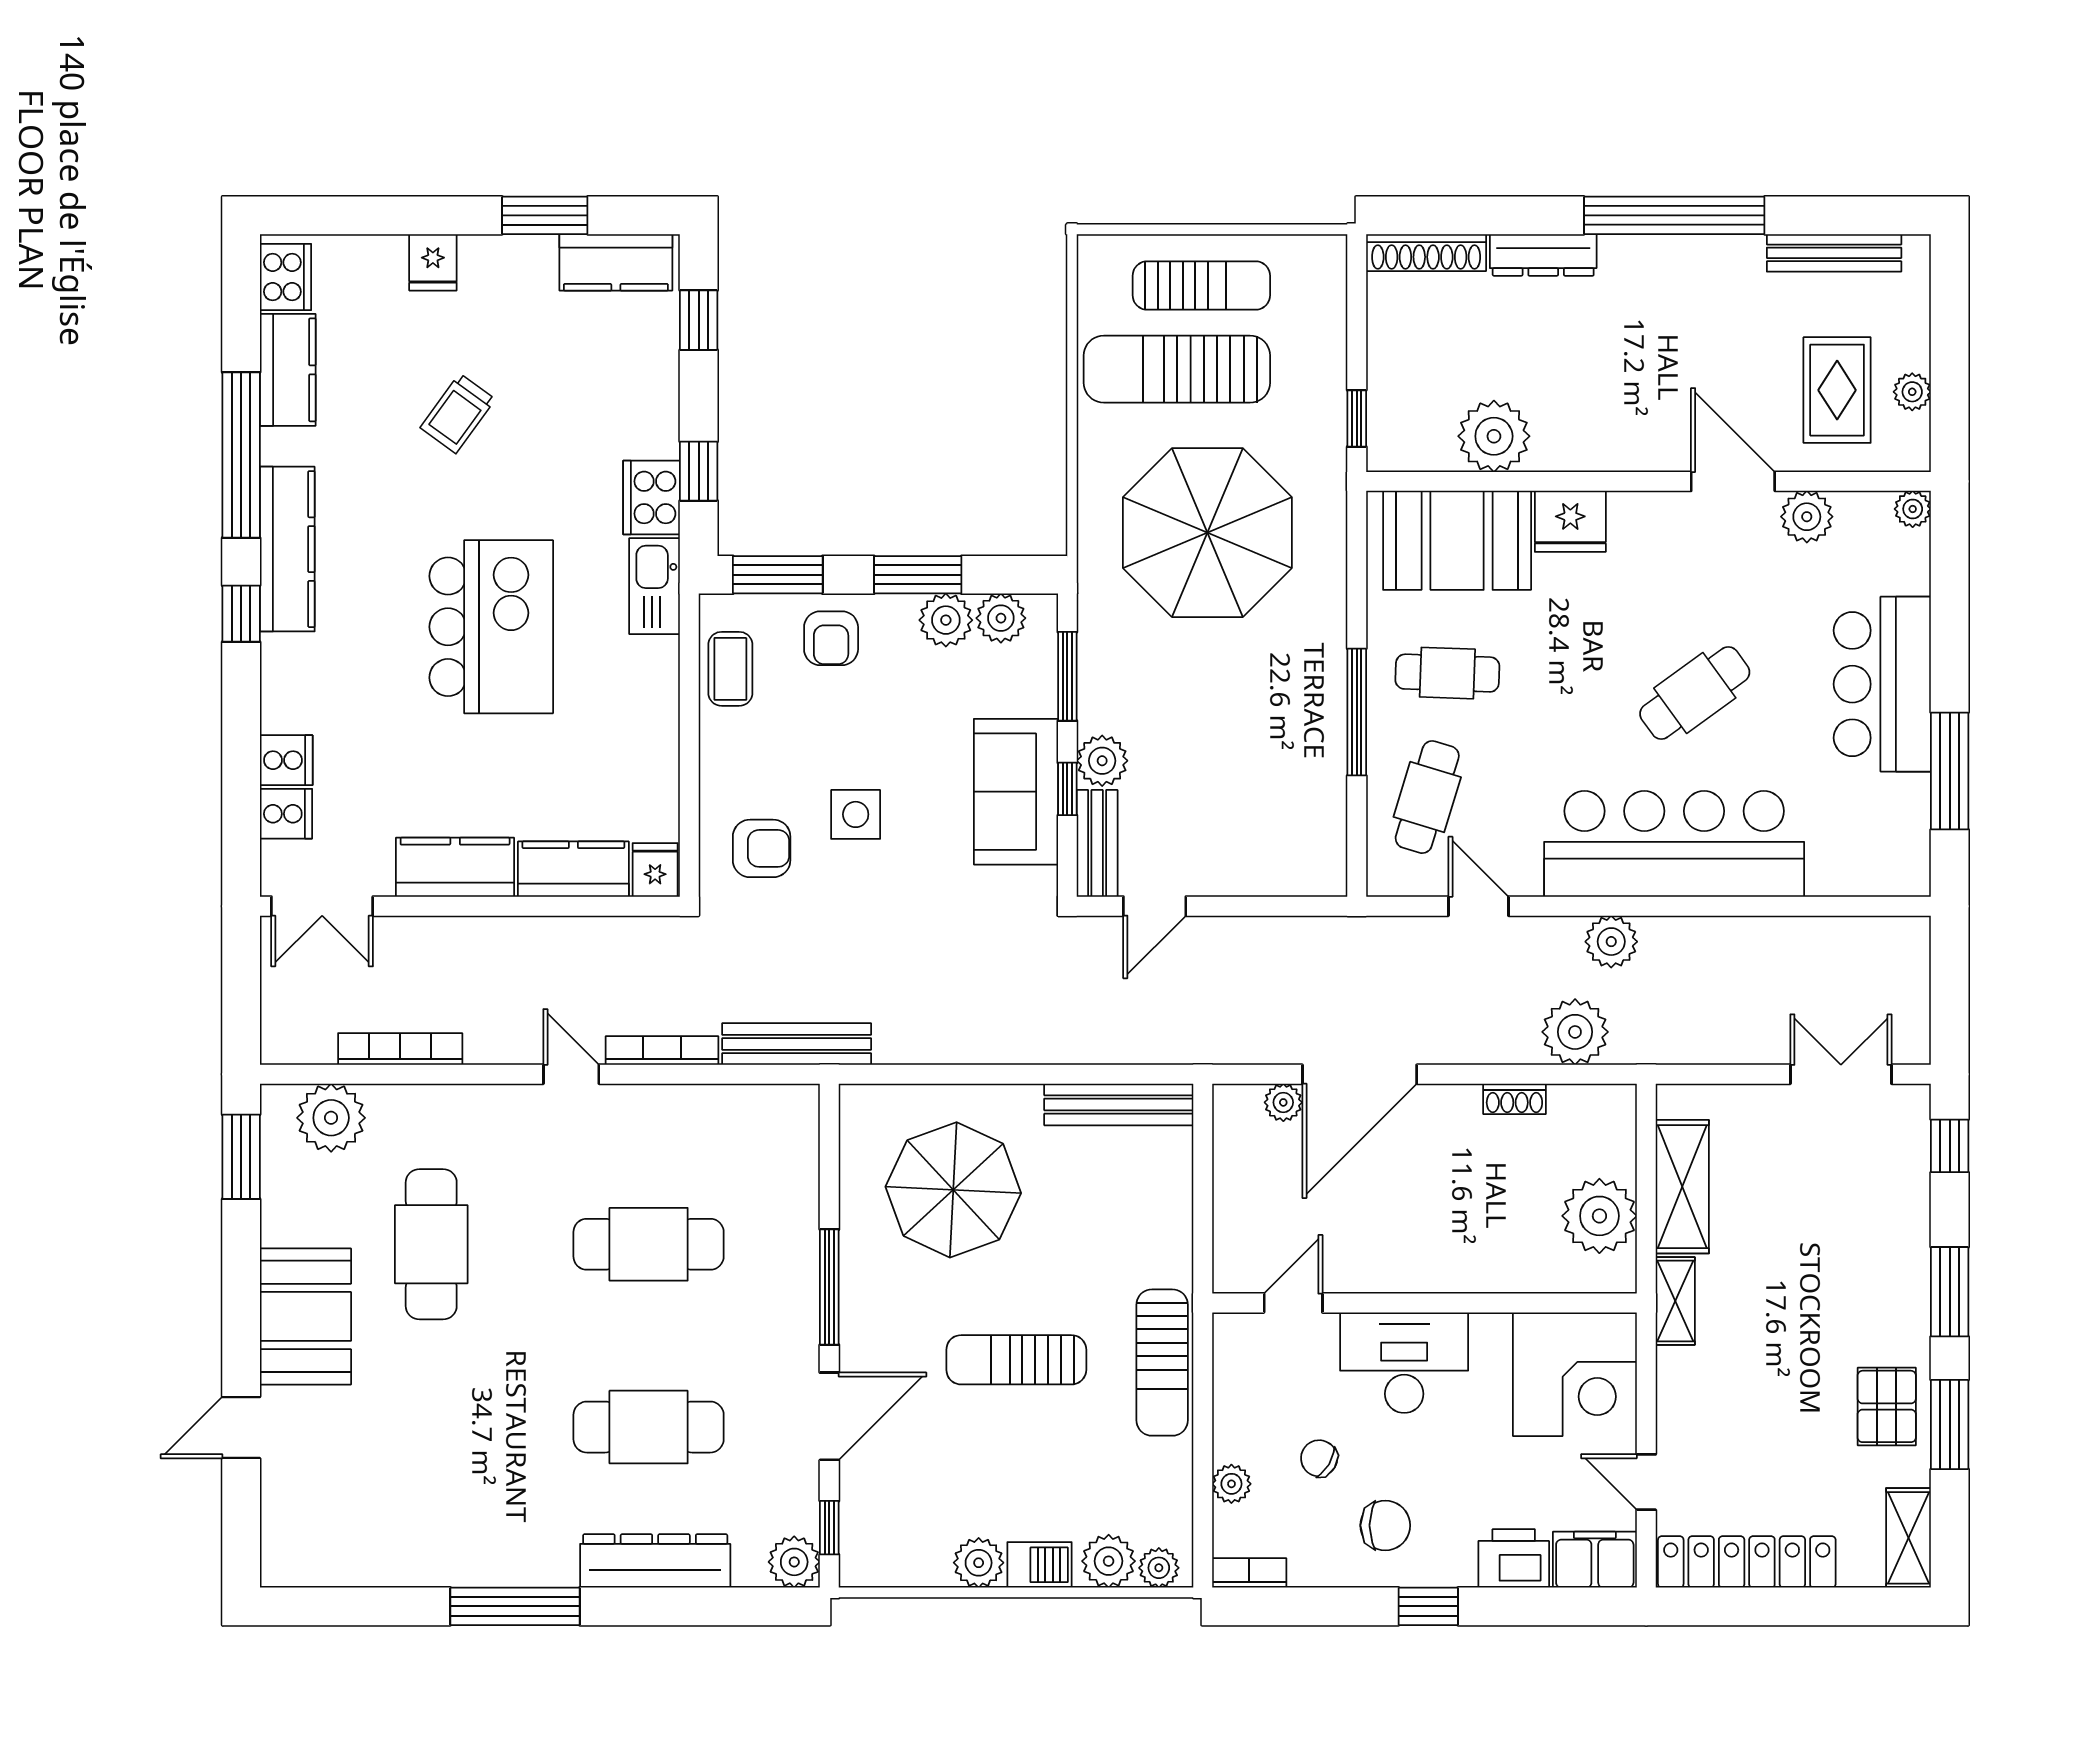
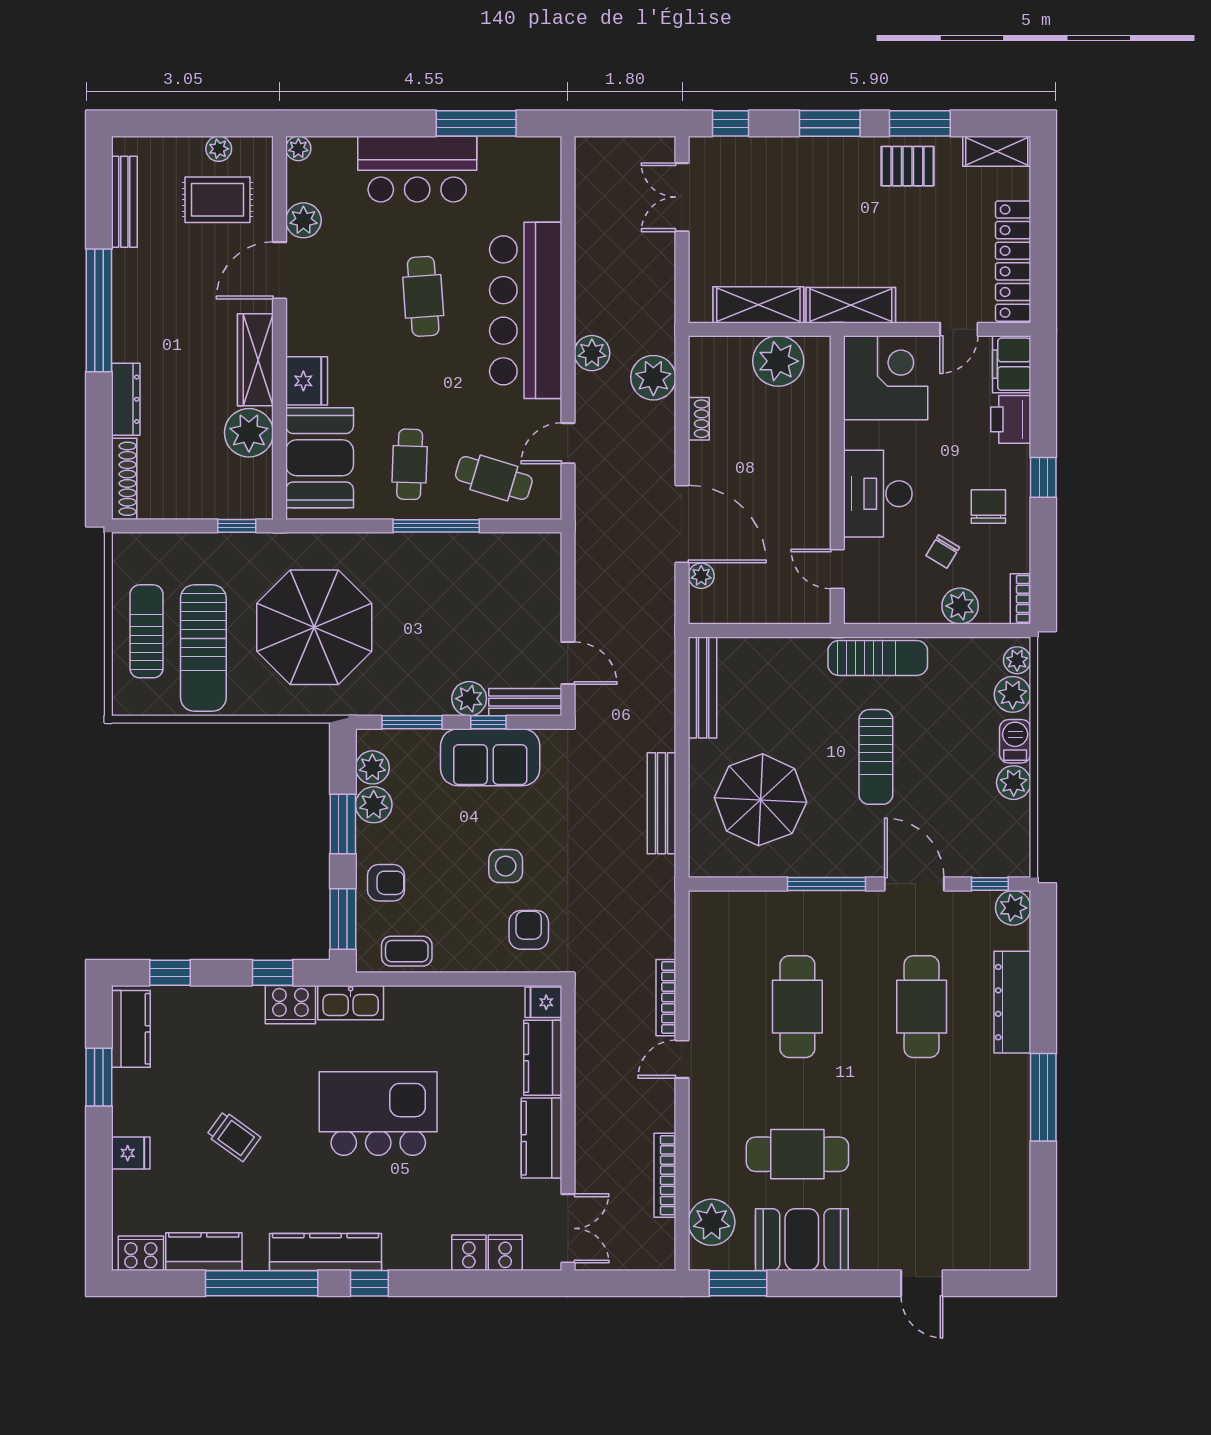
wardrobe: (1601, 446) -> (255, 360), added
cafe table: (1695, 693) -> (423, 296), turned 32
bench: (797, 1044) -> (662, 803), moved
shelving: (1675, 1301) -> (851, 305), width x1.50, depth x1.33
booth: (305, 1316) -> (802, 1240), moved
plant: (1231, 1484) -> (960, 606), width x1.38, depth x1.38

